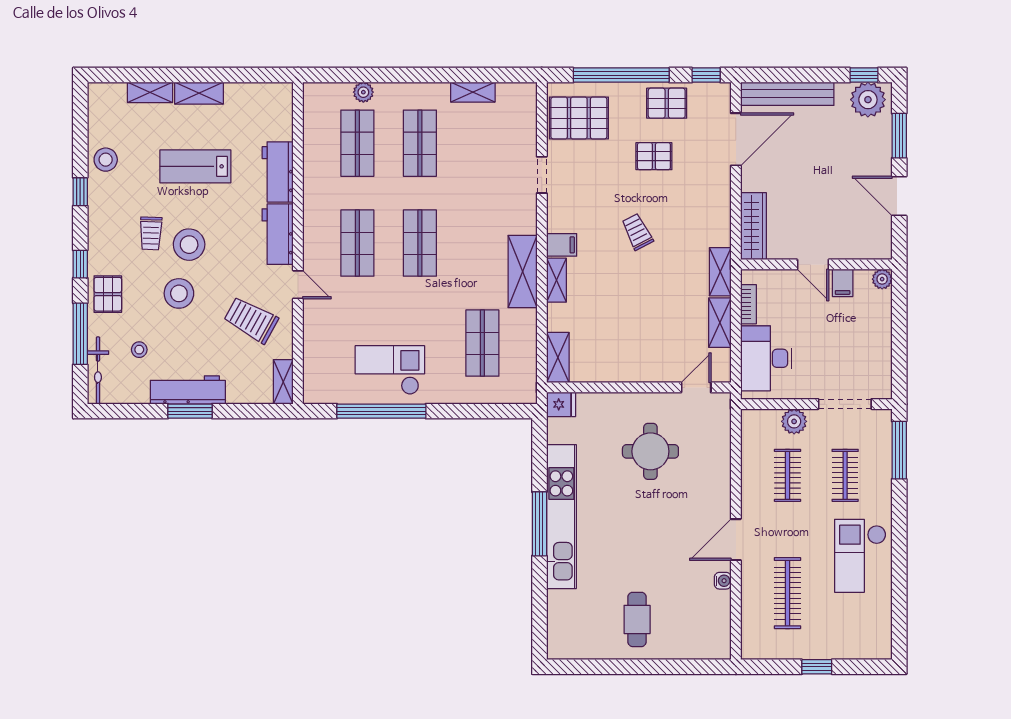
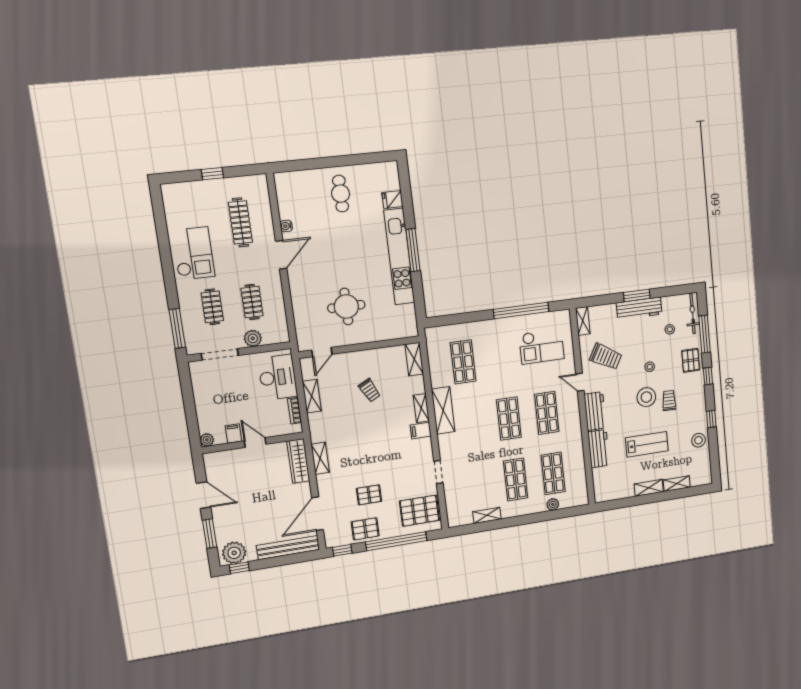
trolley: (637, 232) -> (370, 390), moved
shelving: (720, 272) -> (320, 458), moved
stool: (179, 293) -> (650, 367), width x0.53, depth x0.53
checkout: (390, 370) -> (542, 347), moved
fridge: (561, 404) -> (392, 200), moved

